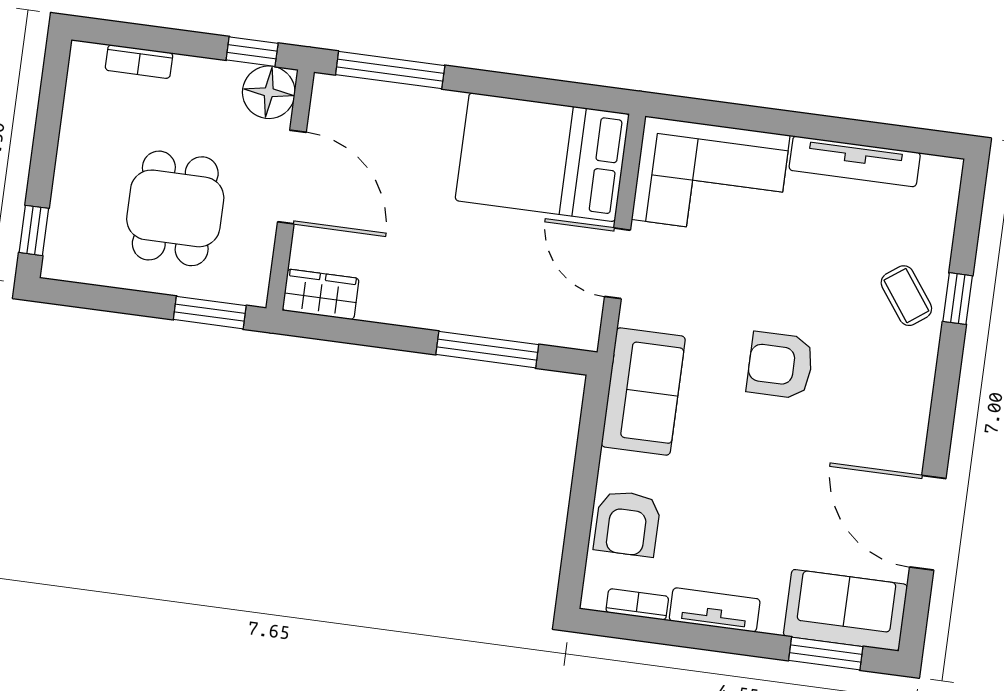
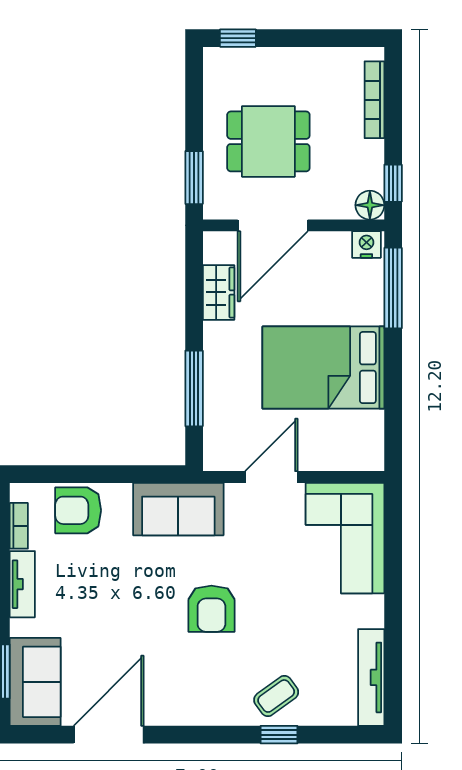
bookcase: (139, 62) -> (374, 100), width x1.56
floor lamp: (269, 92) -> (370, 205), width x0.73, depth x0.73
nightstand: (328, 97) -> (366, 244), added
bed: (542, 157) -> (323, 368), moved, turned -90
tv unit: (855, 161) -> (371, 677), moved
door: (292, 177) -> (273, 225), moved
wardrobe: (321, 294) -> (219, 292), moved
armchair: (780, 365) -> (211, 609), turned 180

